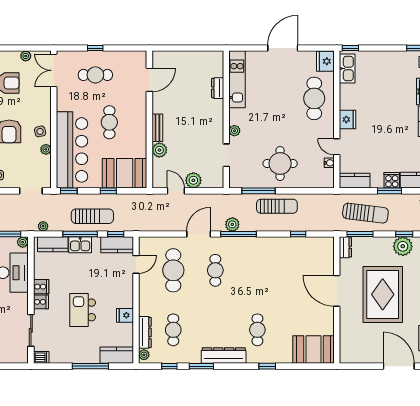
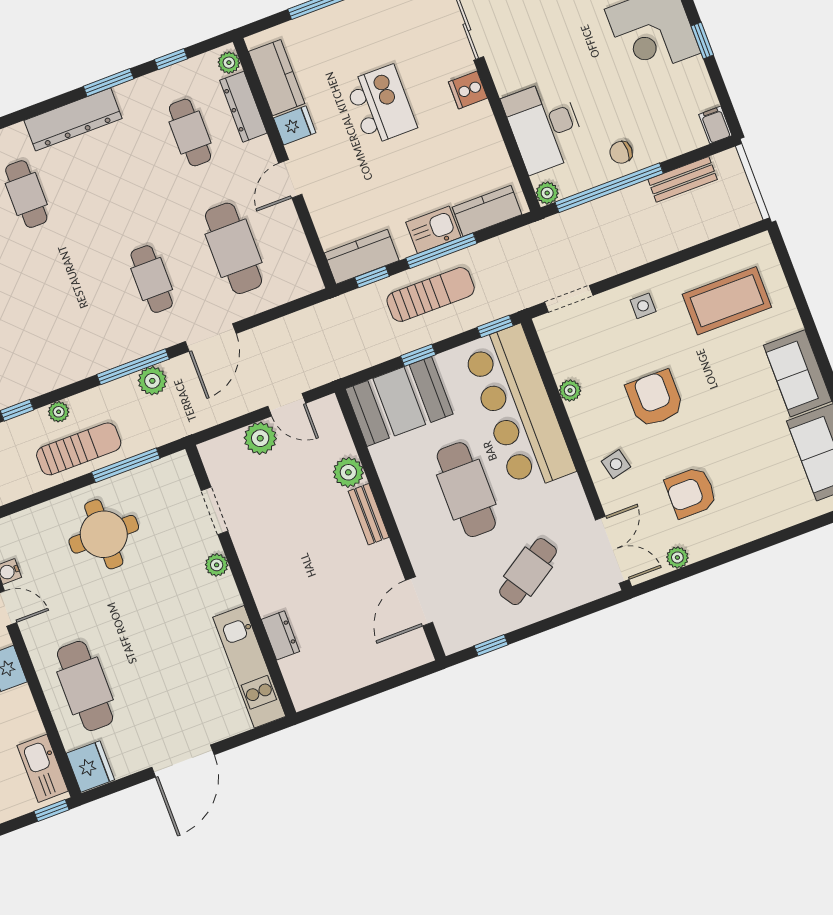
window: (95, 48) -> (491, 645), moved
cafe table: (95, 75) -> (528, 572), turned -33
cafe table: (109, 122) -> (466, 490), width x1.37, depth x1.35
side table: (40, 131) -> (616, 464), moved
sun lounger: (277, 206) -> (79, 449), turned 180
sun lounger: (92, 216) -> (431, 294), turned 180
plant: (43, 226) -> (59, 412), moved
door: (136, 264) -> (290, 179), moved
cooker: (41, 287) -> (479, 120), removed
kitchen counter: (117, 355) -> (277, 78), moved, turned -90

